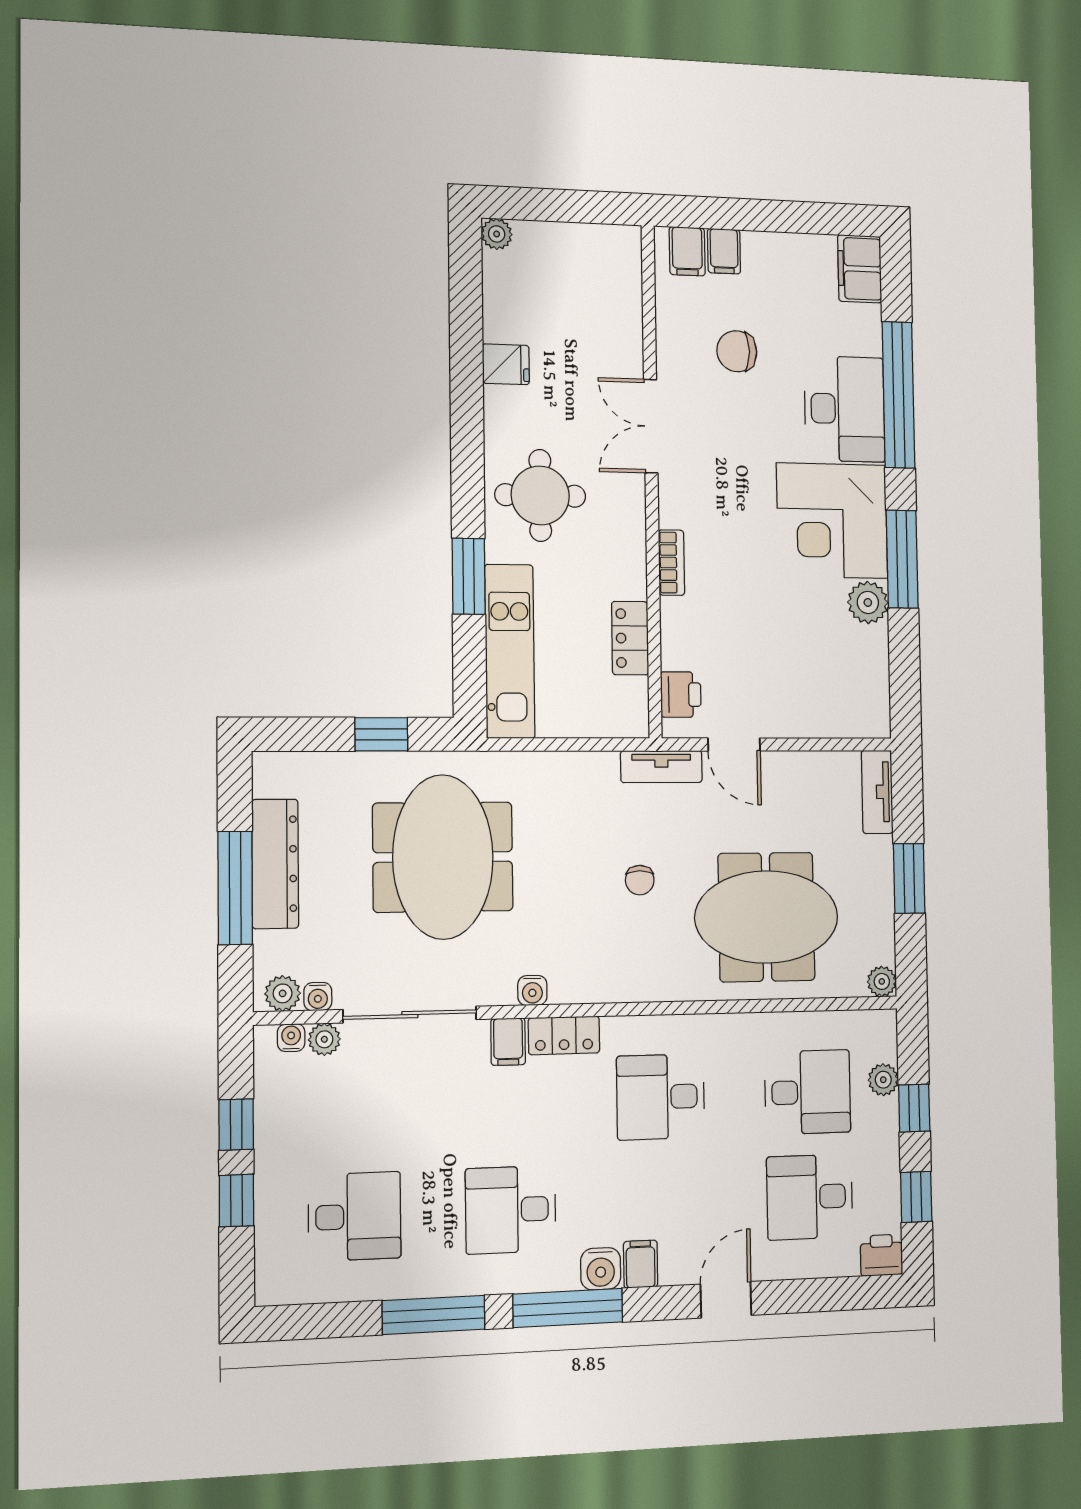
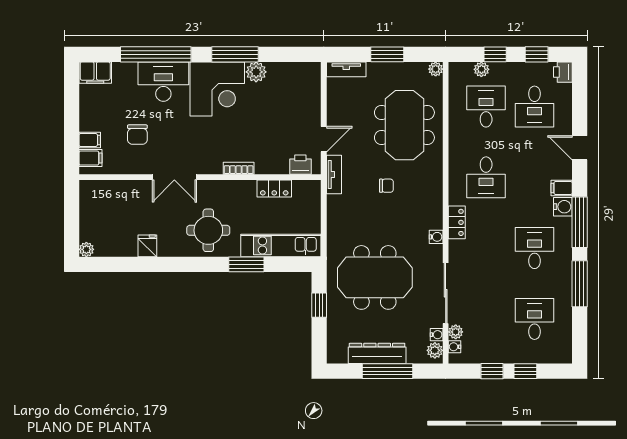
filing cabinet: (508, 1042) -> (459, 248), removed
desk: (511, 1210) -> (534, 248), turned 180

